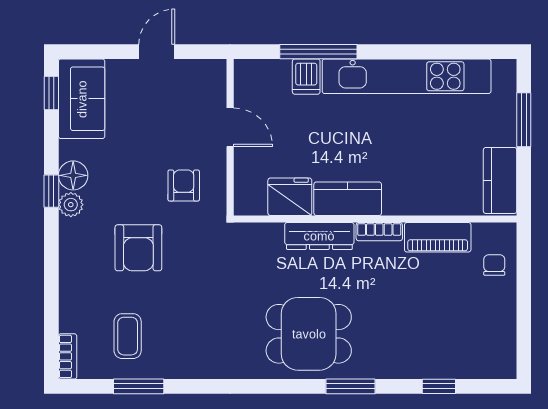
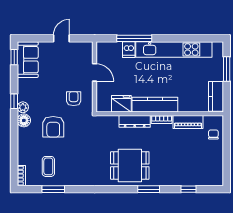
floor lamp: (73, 175) -> (24, 120), moved
kitchen counter: (348, 199) -> (155, 105), width x1.50

